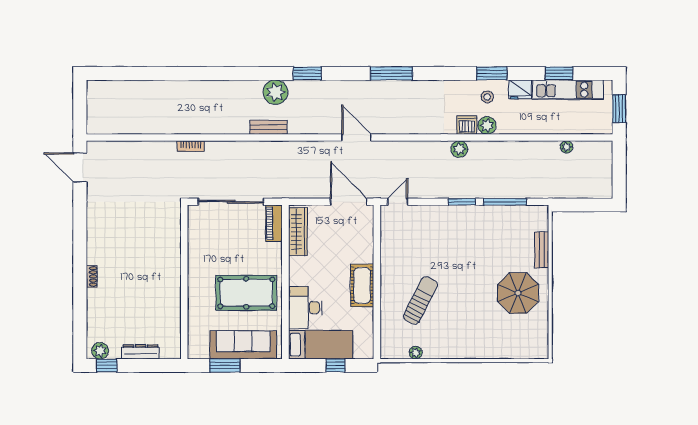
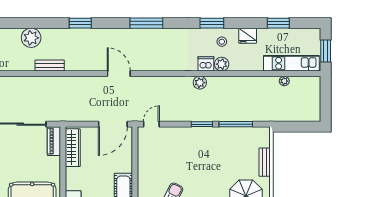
window: (492, 73) -> (212, 23), moved
kitchen unit: (568, 90) -> (291, 63), moved, turned 180
plant: (276, 92) -> (31, 38), moved
door: (349, 202) -> (113, 124), swing flipped

